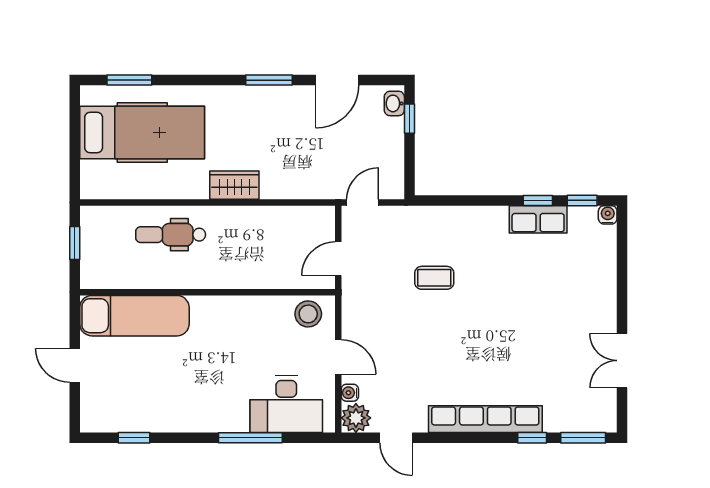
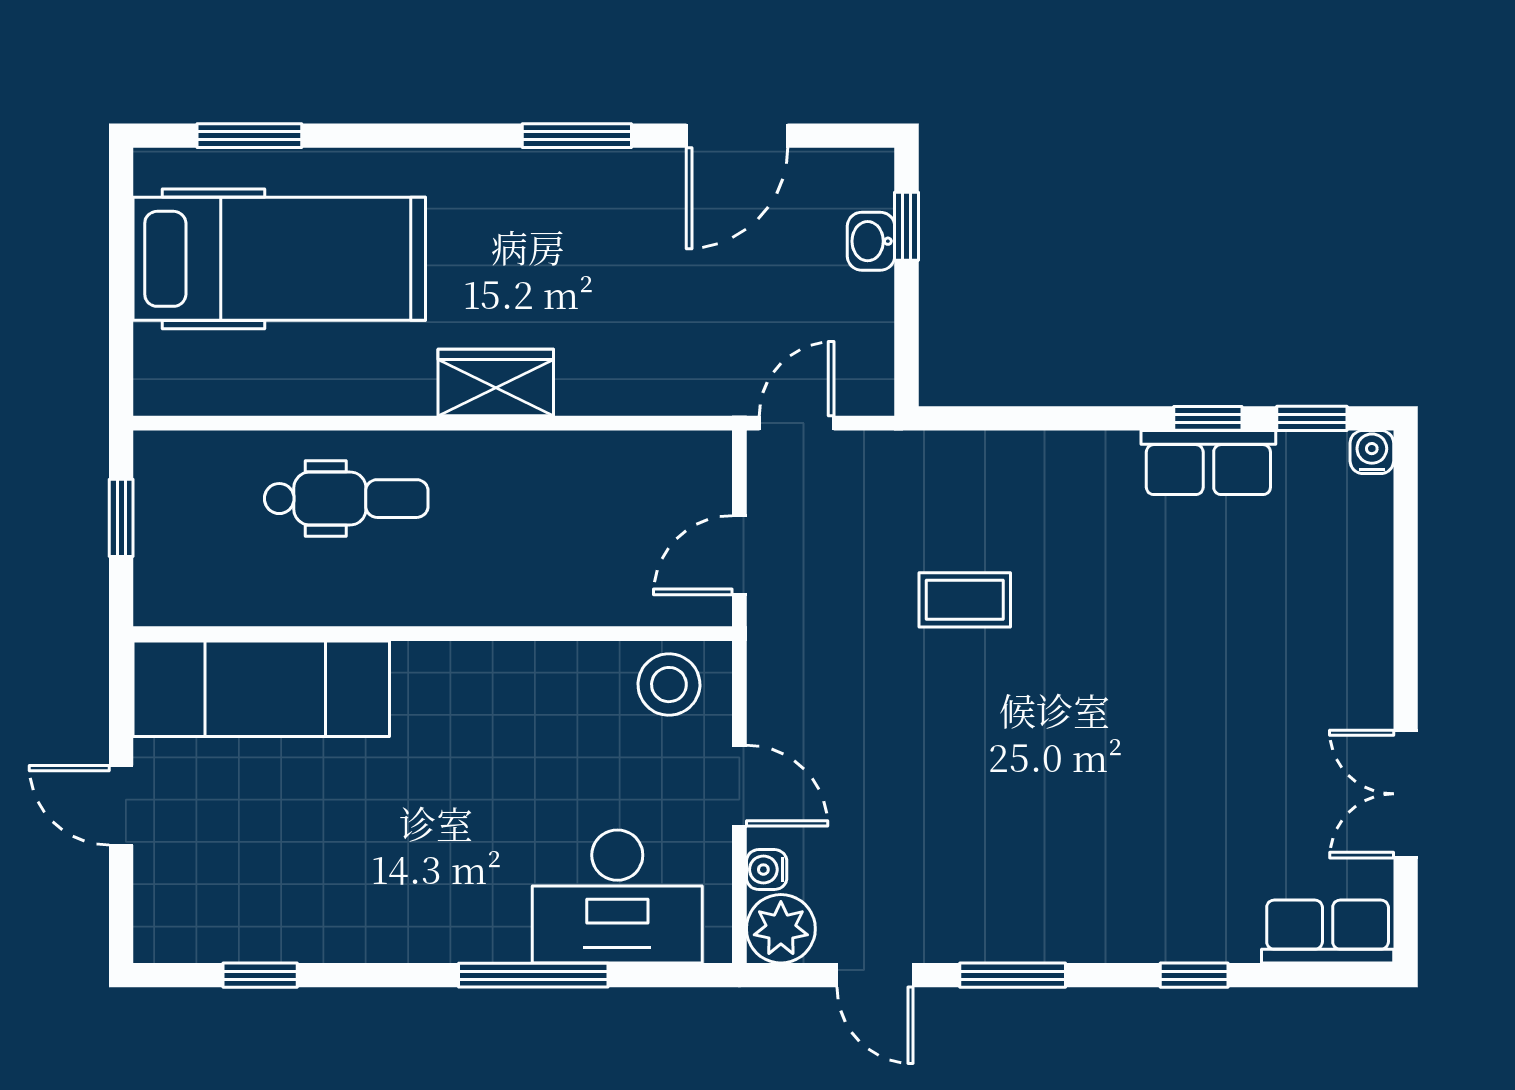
washbasin: (394, 103) -> (871, 241), moved
dental chair: (171, 235) -> (346, 499), turned 180
row of seats: (485, 419) -> (1328, 932), moved, width x0.50
window: (583, 438) -> (1013, 975), moved

